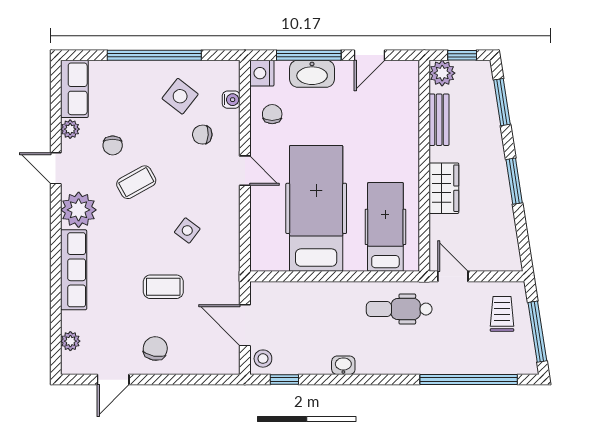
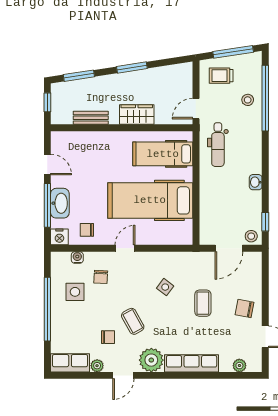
plant: (442, 73) -> (59, 116), removed
side table: (180, 96) -> (75, 292), turned -38
stool: (466, 353) -> (248, 100), added

